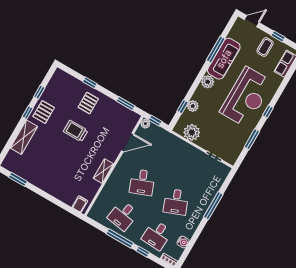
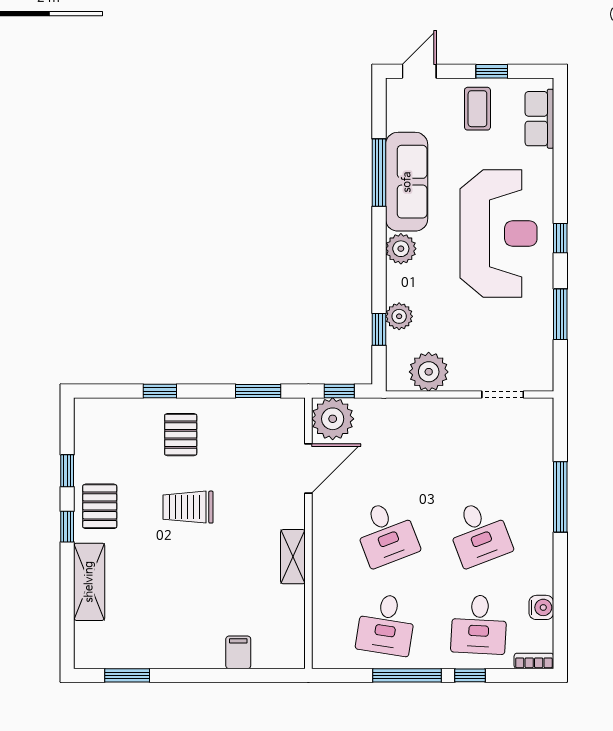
plant: (145, 124) -> (333, 419), width x1.87, depth x1.87
filing cabinet: (80, 204) -> (238, 652), moved

